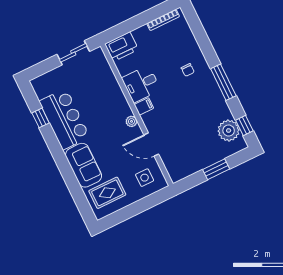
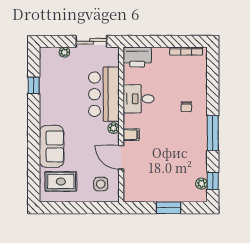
plant: (54, 74) -> (64, 52), added
filing cabinet: (144, 106) -> (131, 135), moved
bar counter: (64, 119) -> (104, 94), moved, turned 180
plant: (229, 130) -> (201, 184), width x0.53, depth x0.53

